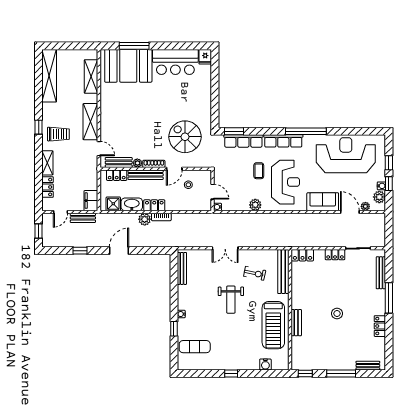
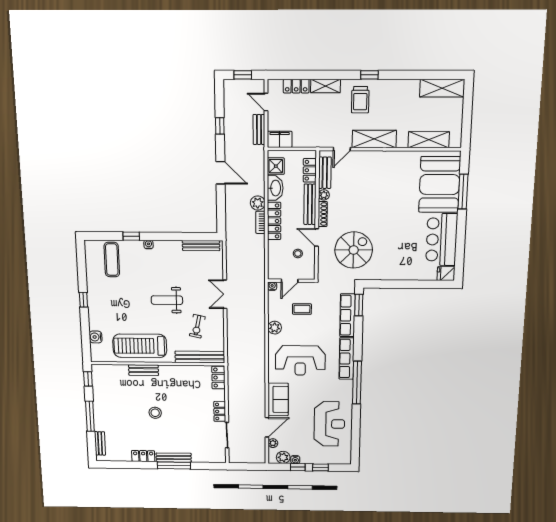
shelving: (49, 76) -> (442, 88), width x0.68
reception desk: (346, 155) -> (329, 424), width x0.74, depth x0.77
coffee table: (259, 171) -> (302, 309), moved
locker: (154, 205) -> (274, 221), width x1.53
bench: (381, 273) -> (174, 458), moved

